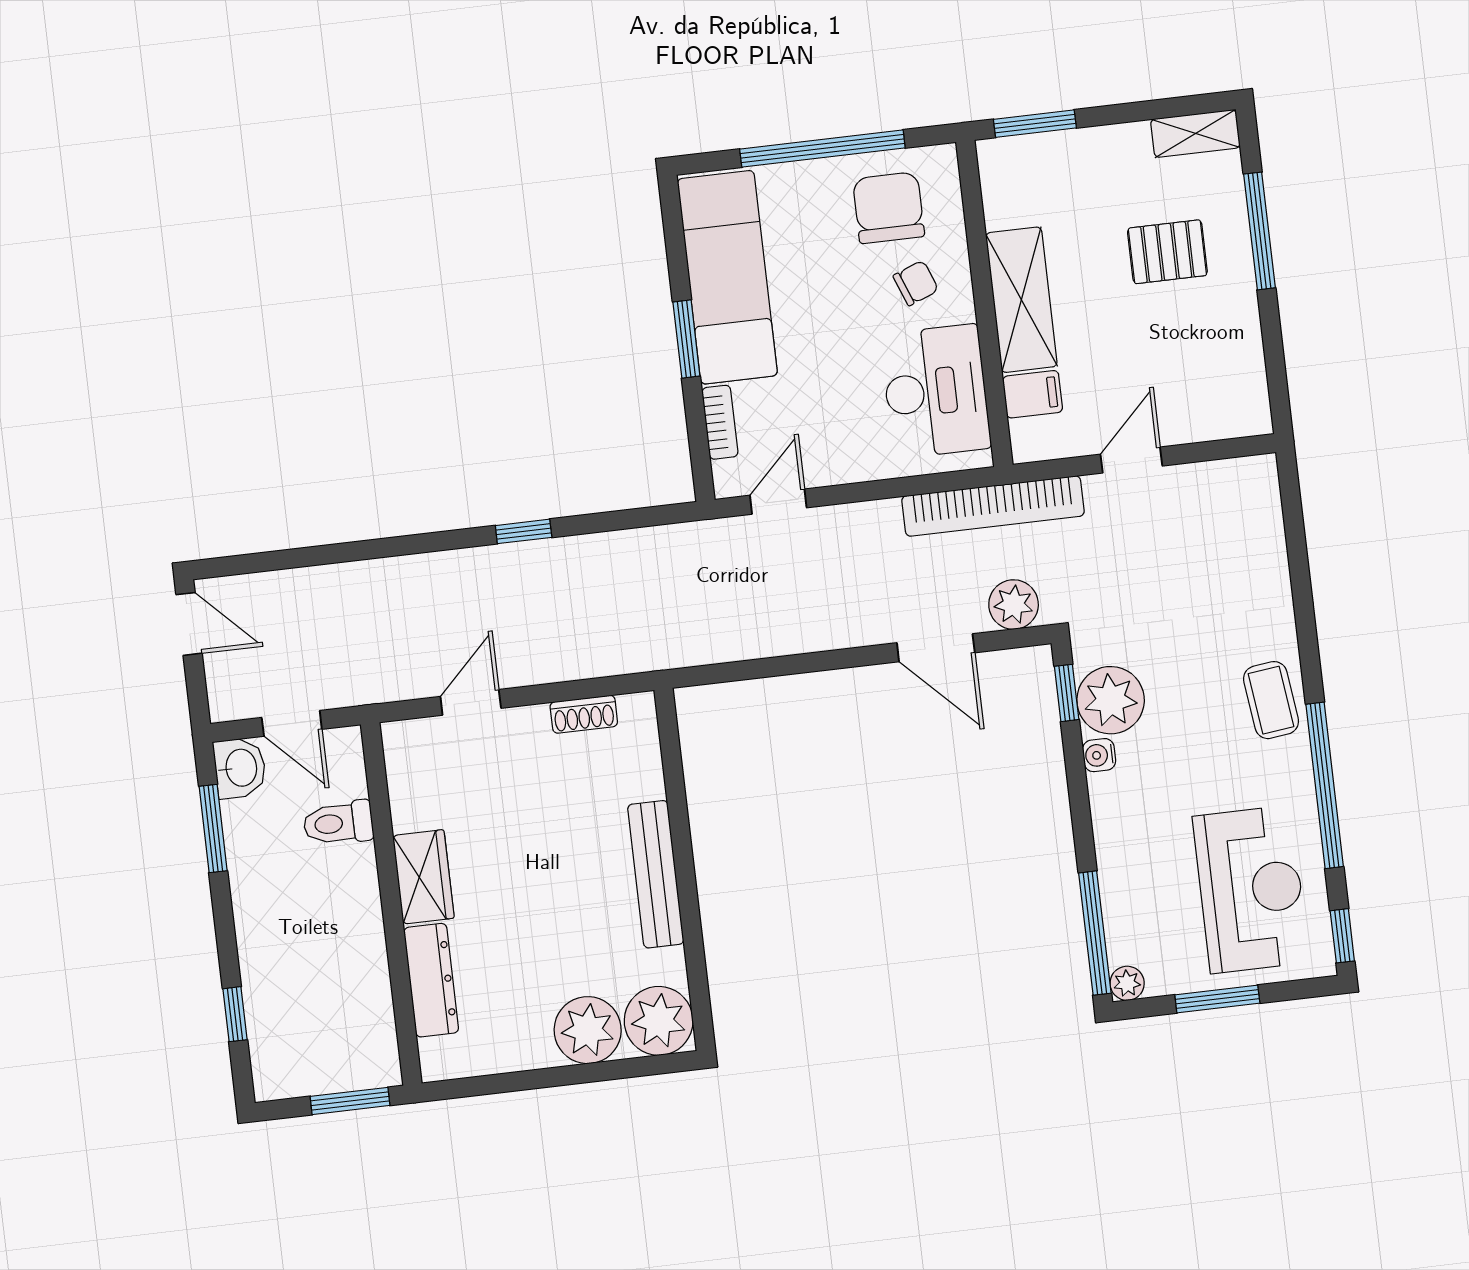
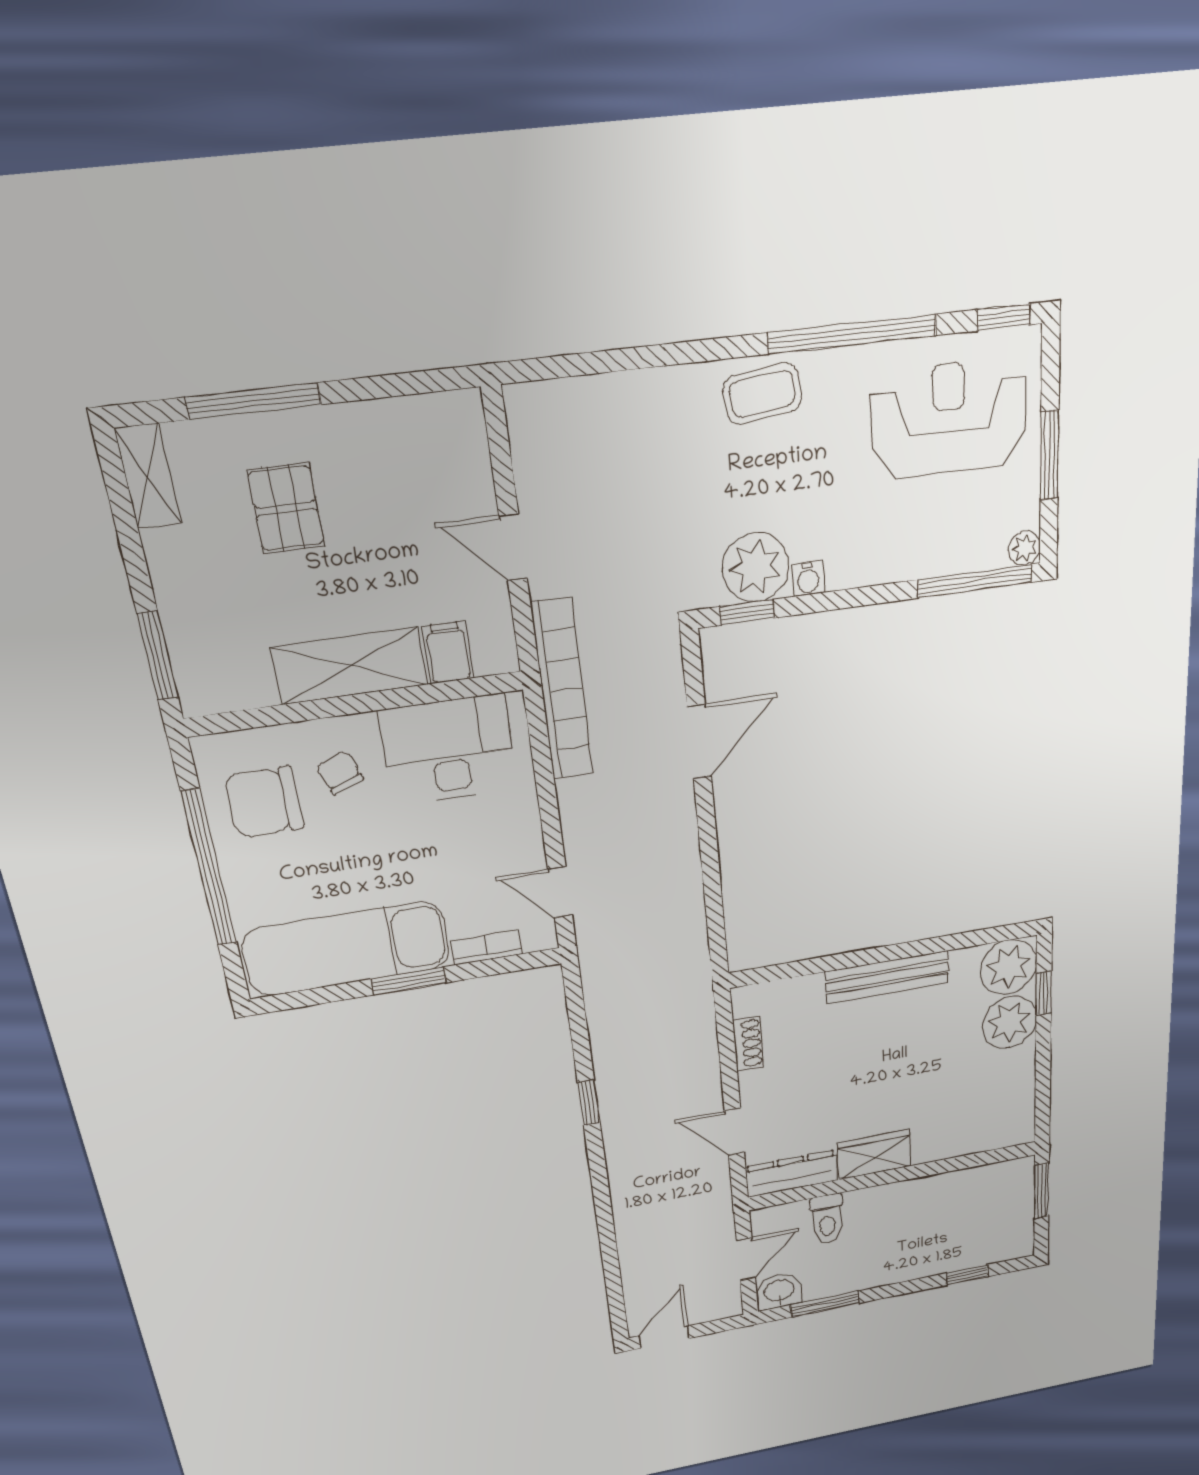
plant: (1014, 605) -> (659, 667), removed
dresser: (431, 980) -> (791, 1174), moved
window: (622, 1069) -> (1044, 993), added

